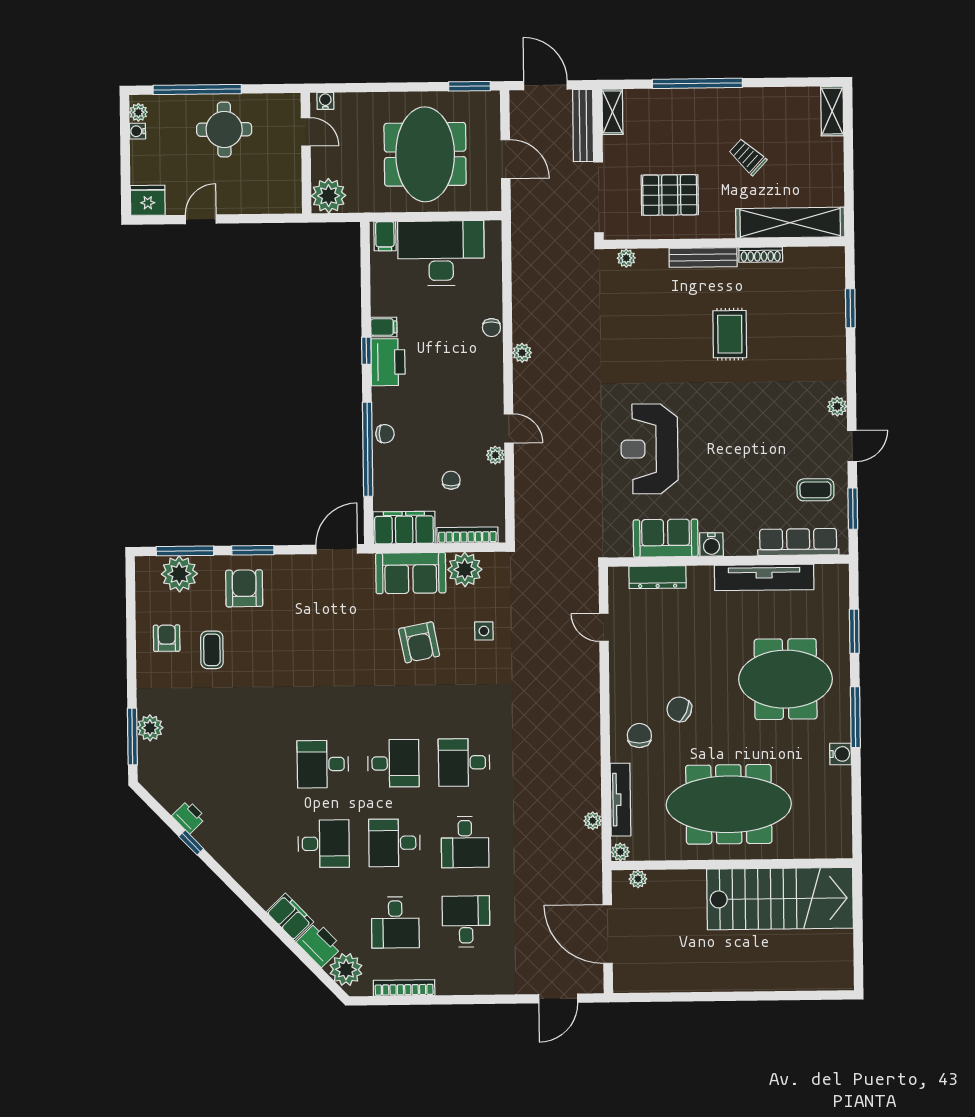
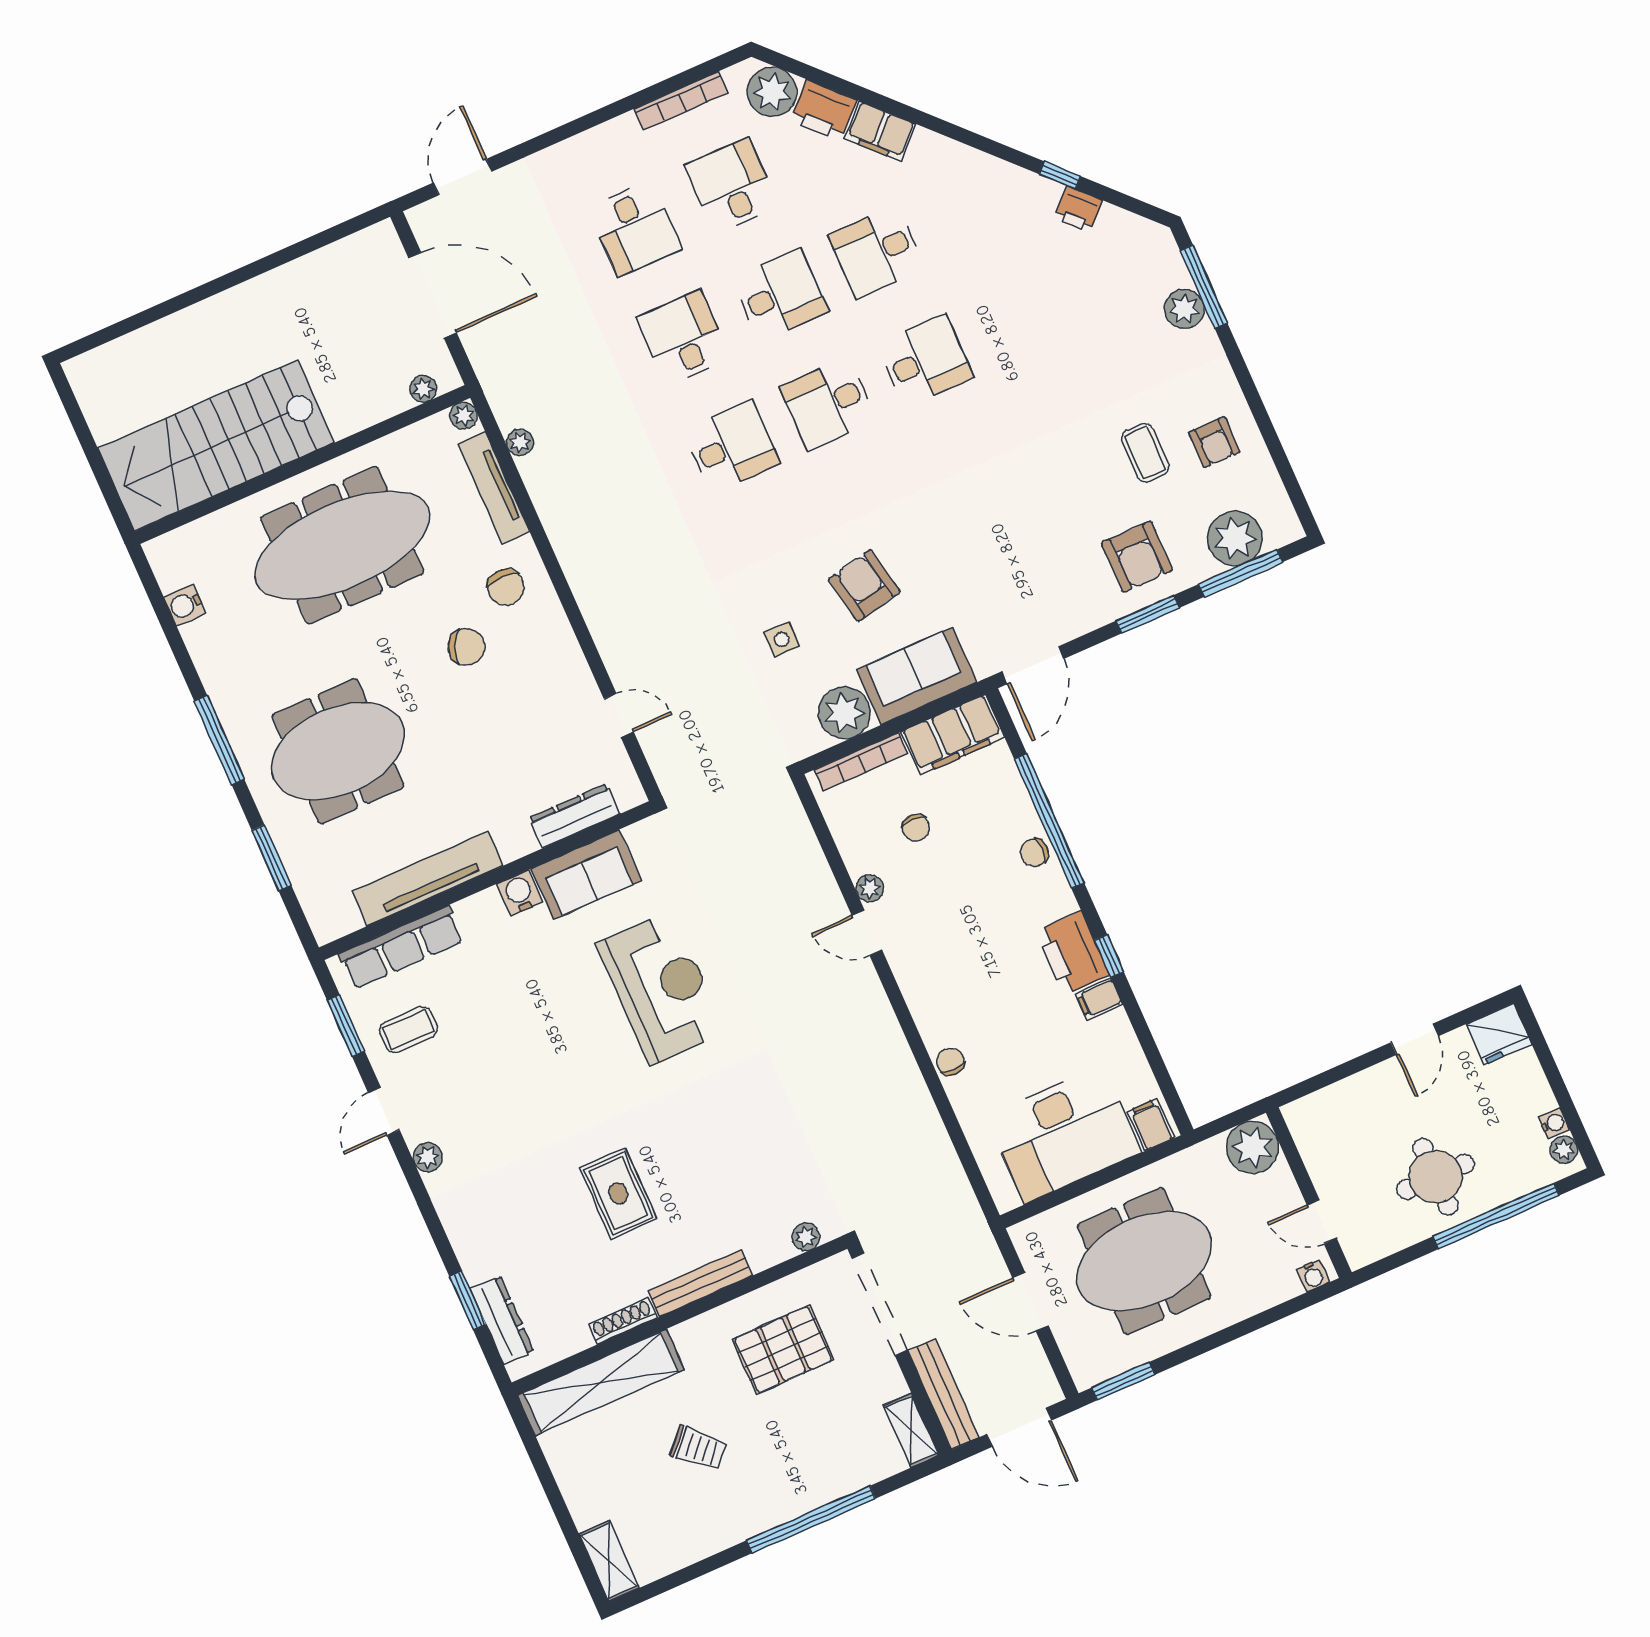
meeting table: (425, 154) -> (1144, 1261), turned 90
dresser: (834, 287) -> (502, 1320), added
plant: (522, 353) -> (893, 1045), removed
water cooler: (840, 754) -> (185, 605), moved

